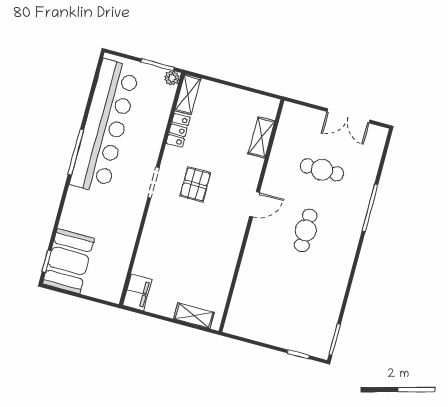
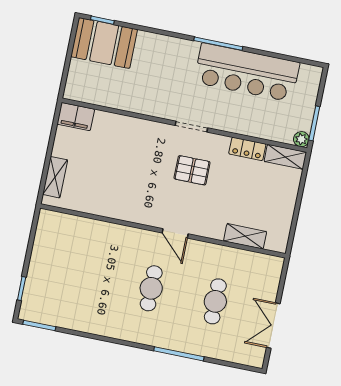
bar counter: (105, 126) -> (247, 72), width x0.73
cafe table: (306, 230) -> (151, 288), turned 90

